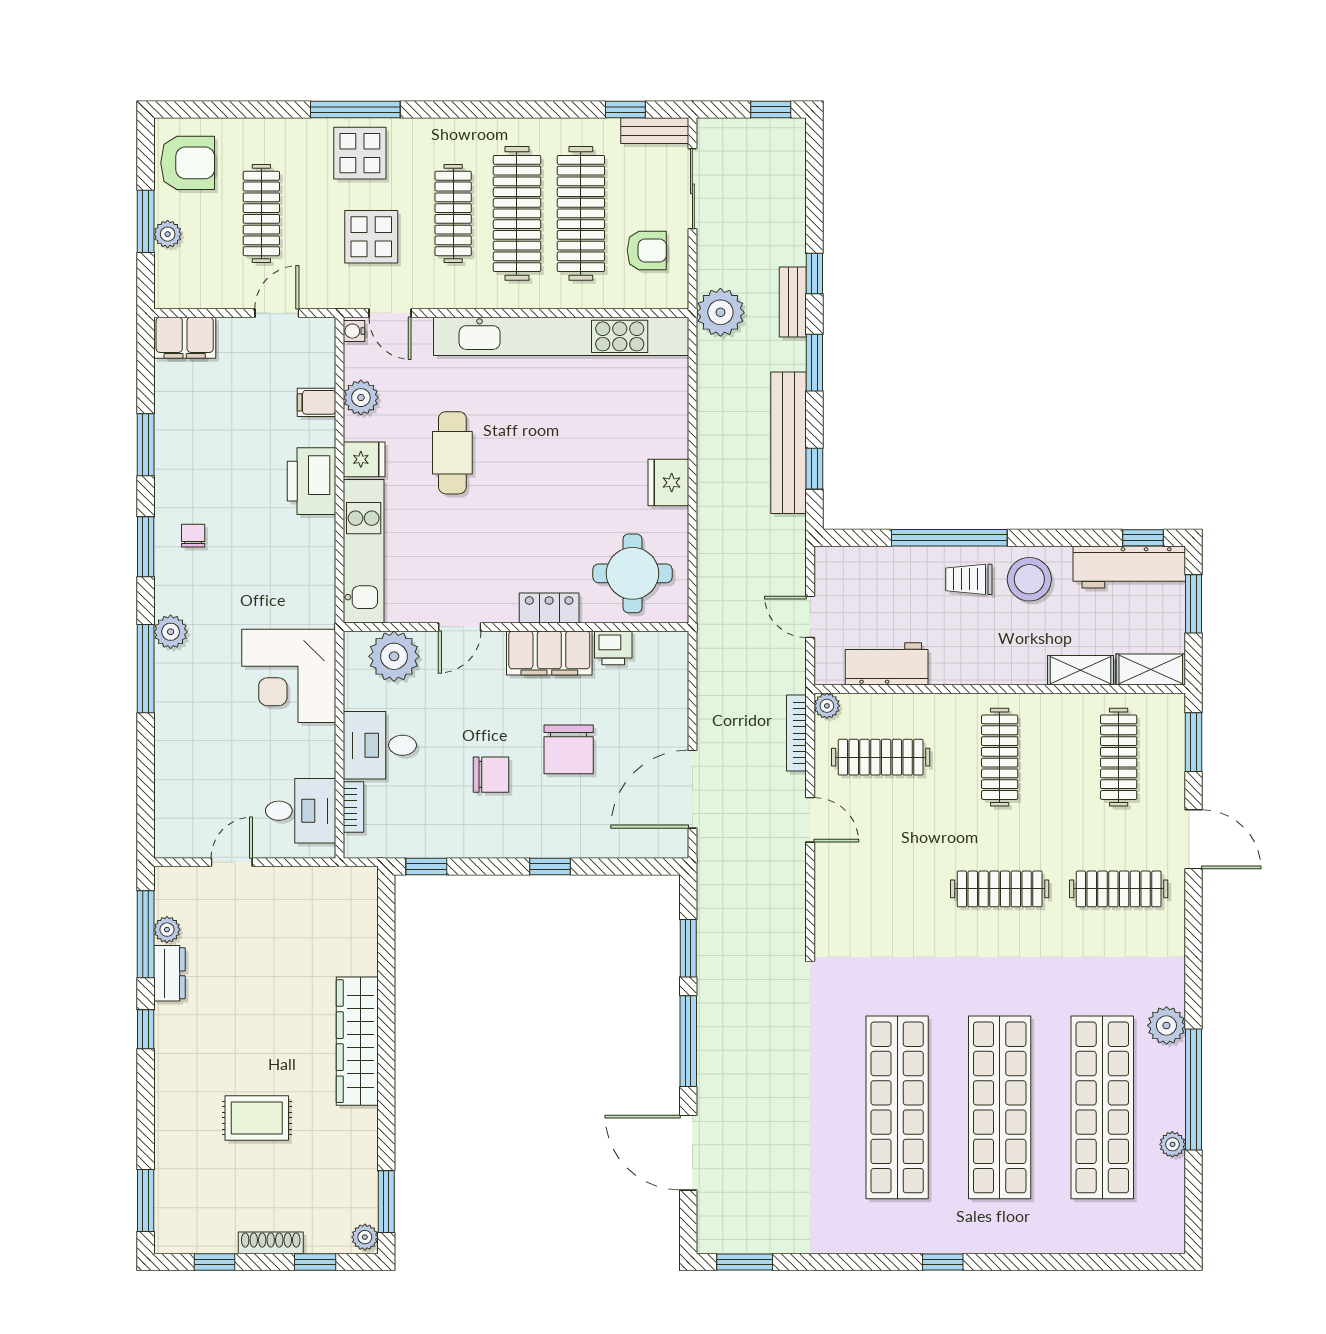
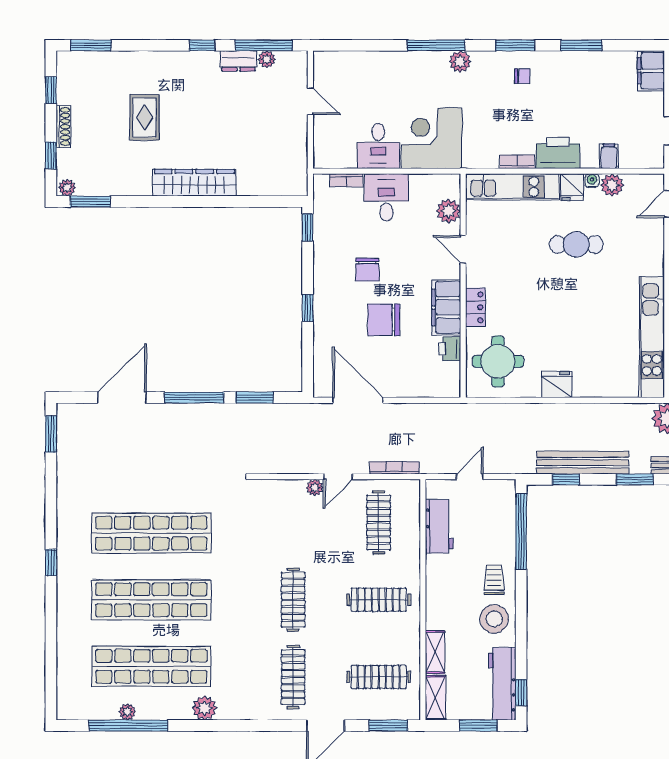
water cooler: (354, 331) -> (592, 181), moved
kitchen unit: (561, 336) -> (652, 337), width x0.73
window: (949, 538) -> (521, 532), moved
bookcase: (325, 544) -> (517, 162), added
plant: (394, 656) -> (449, 211), width x0.73, depth x0.73
plant: (827, 706) -> (315, 488), moved
desk: (301, 811) -> (378, 146), moved
window: (1194, 1090) -> (128, 726), moved

